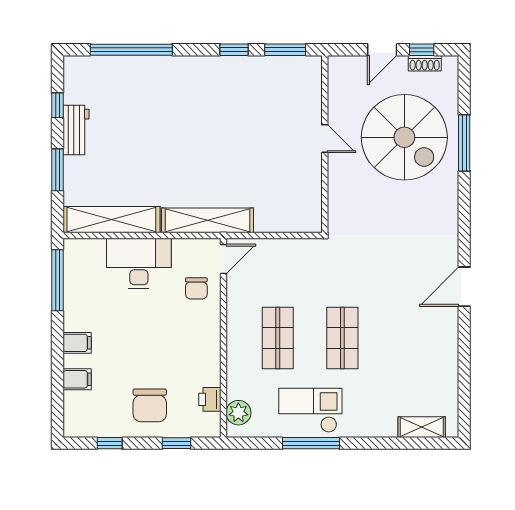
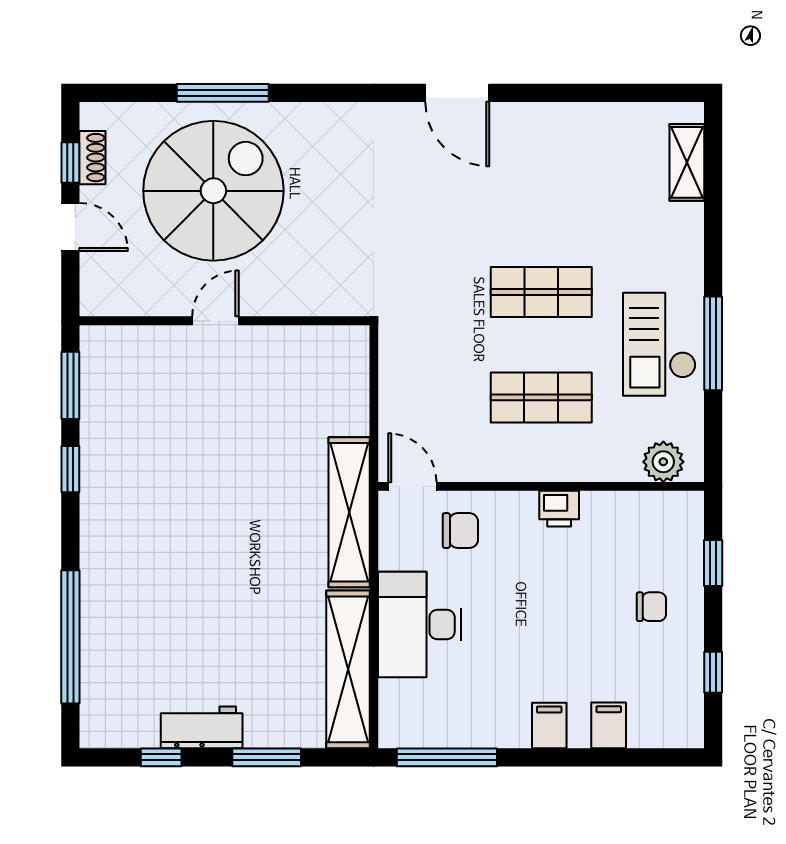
printer: (210, 399) -> (559, 509), moved
chair: (150, 405) -> (651, 607), width x0.54, depth x0.54

